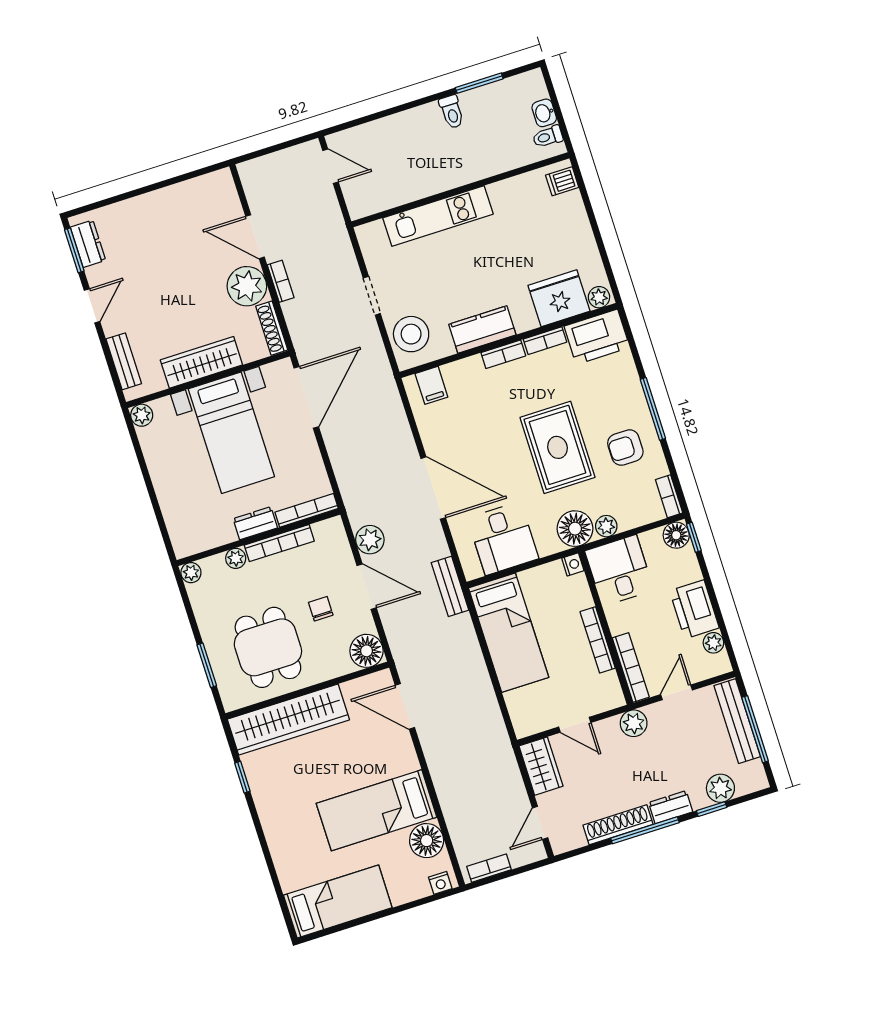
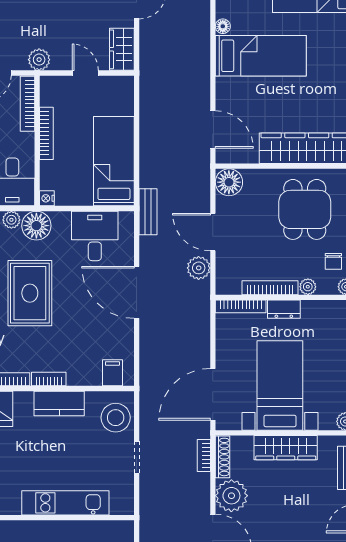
bookcase: (281, 281) -> (204, 455), moved
chair: (321, 609) -> (333, 261), moved
floor lamp: (427, 841) -> (223, 26), width x0.53, depth x0.53

